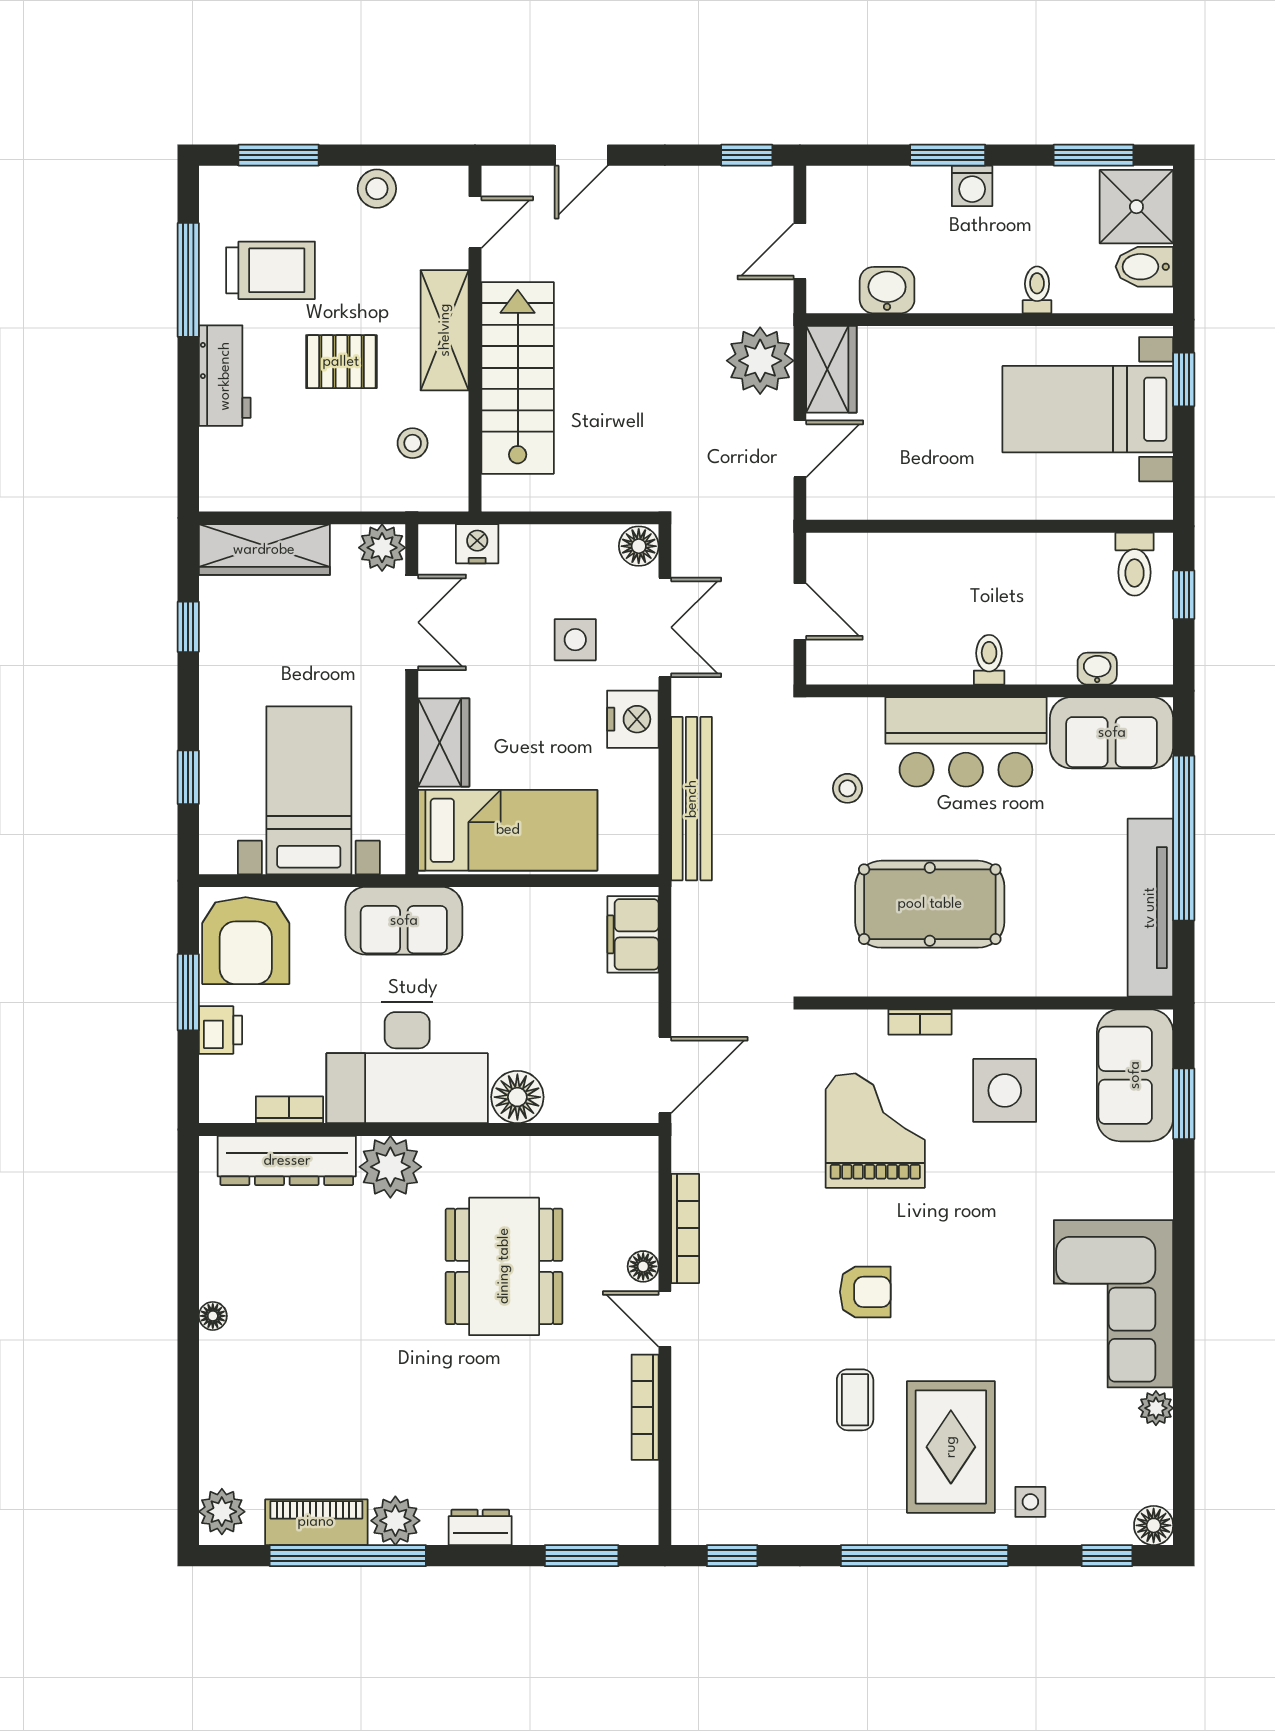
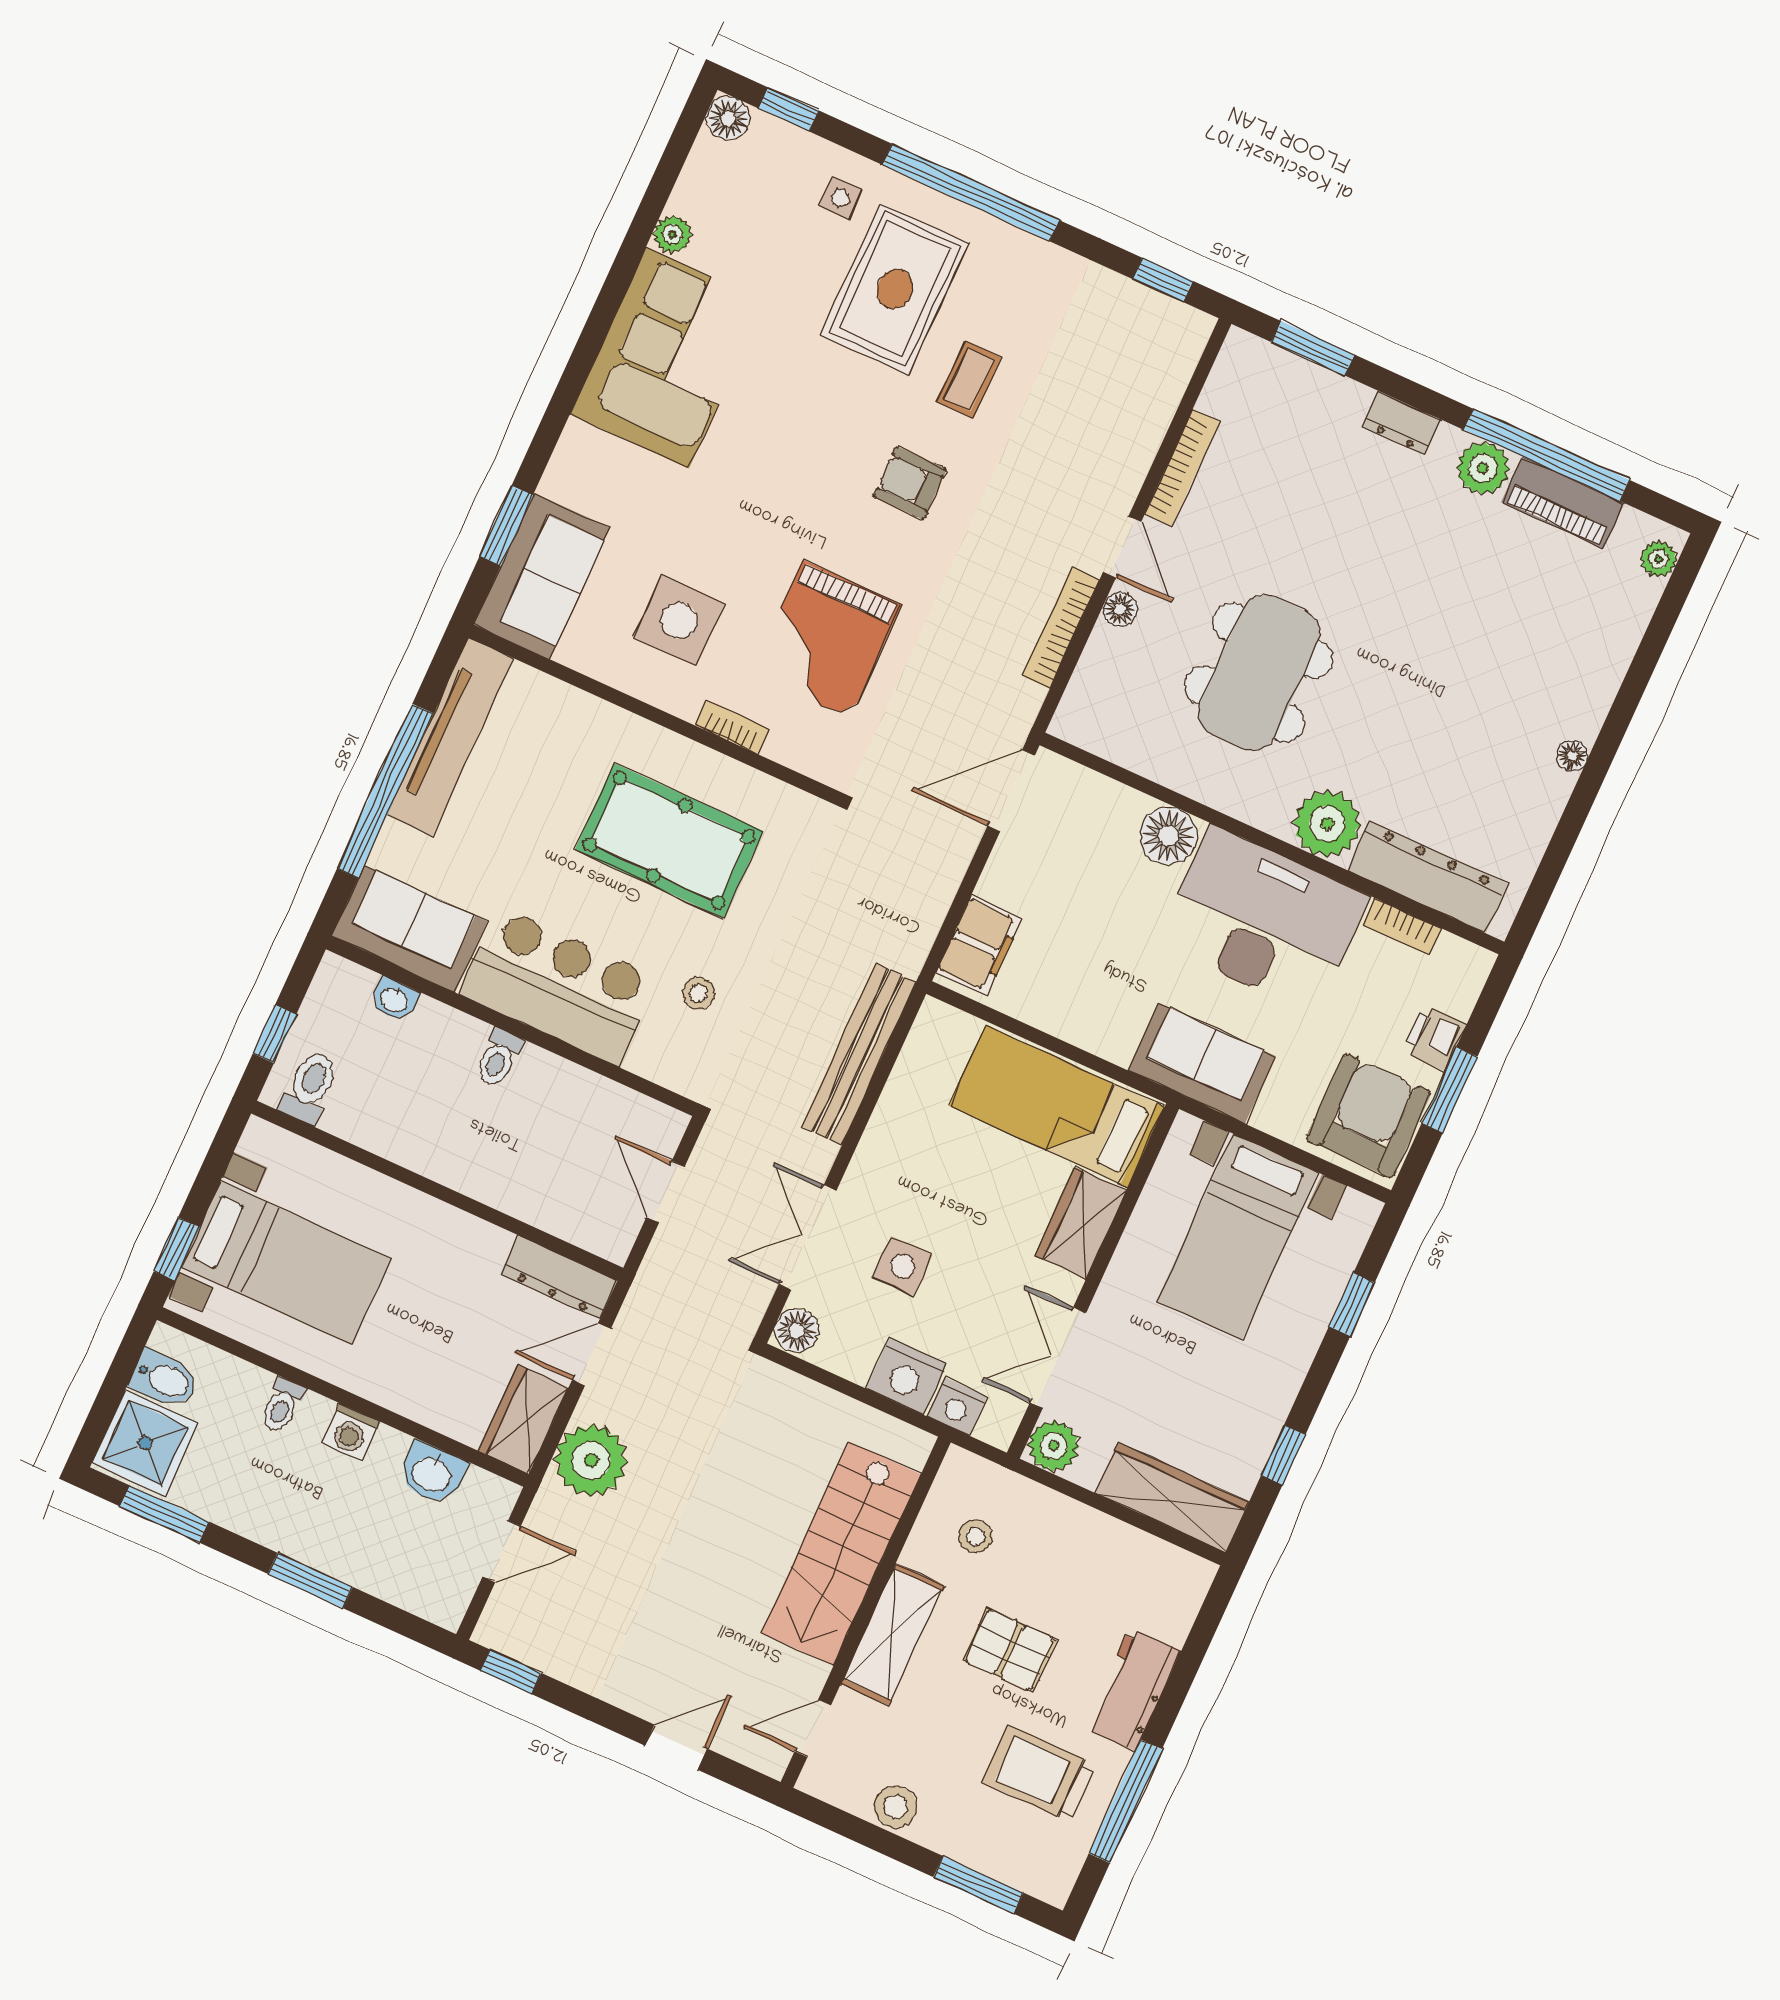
washing machine: (972, 186) -> (351, 1433), moved, turned 180
dresser: (856, 501) -> (559, 1277), added
nightstand: (633, 719) -> (906, 1376), moved, turned -90
plant: (222, 1512) -> (1659, 559), width x0.73, depth x0.73

